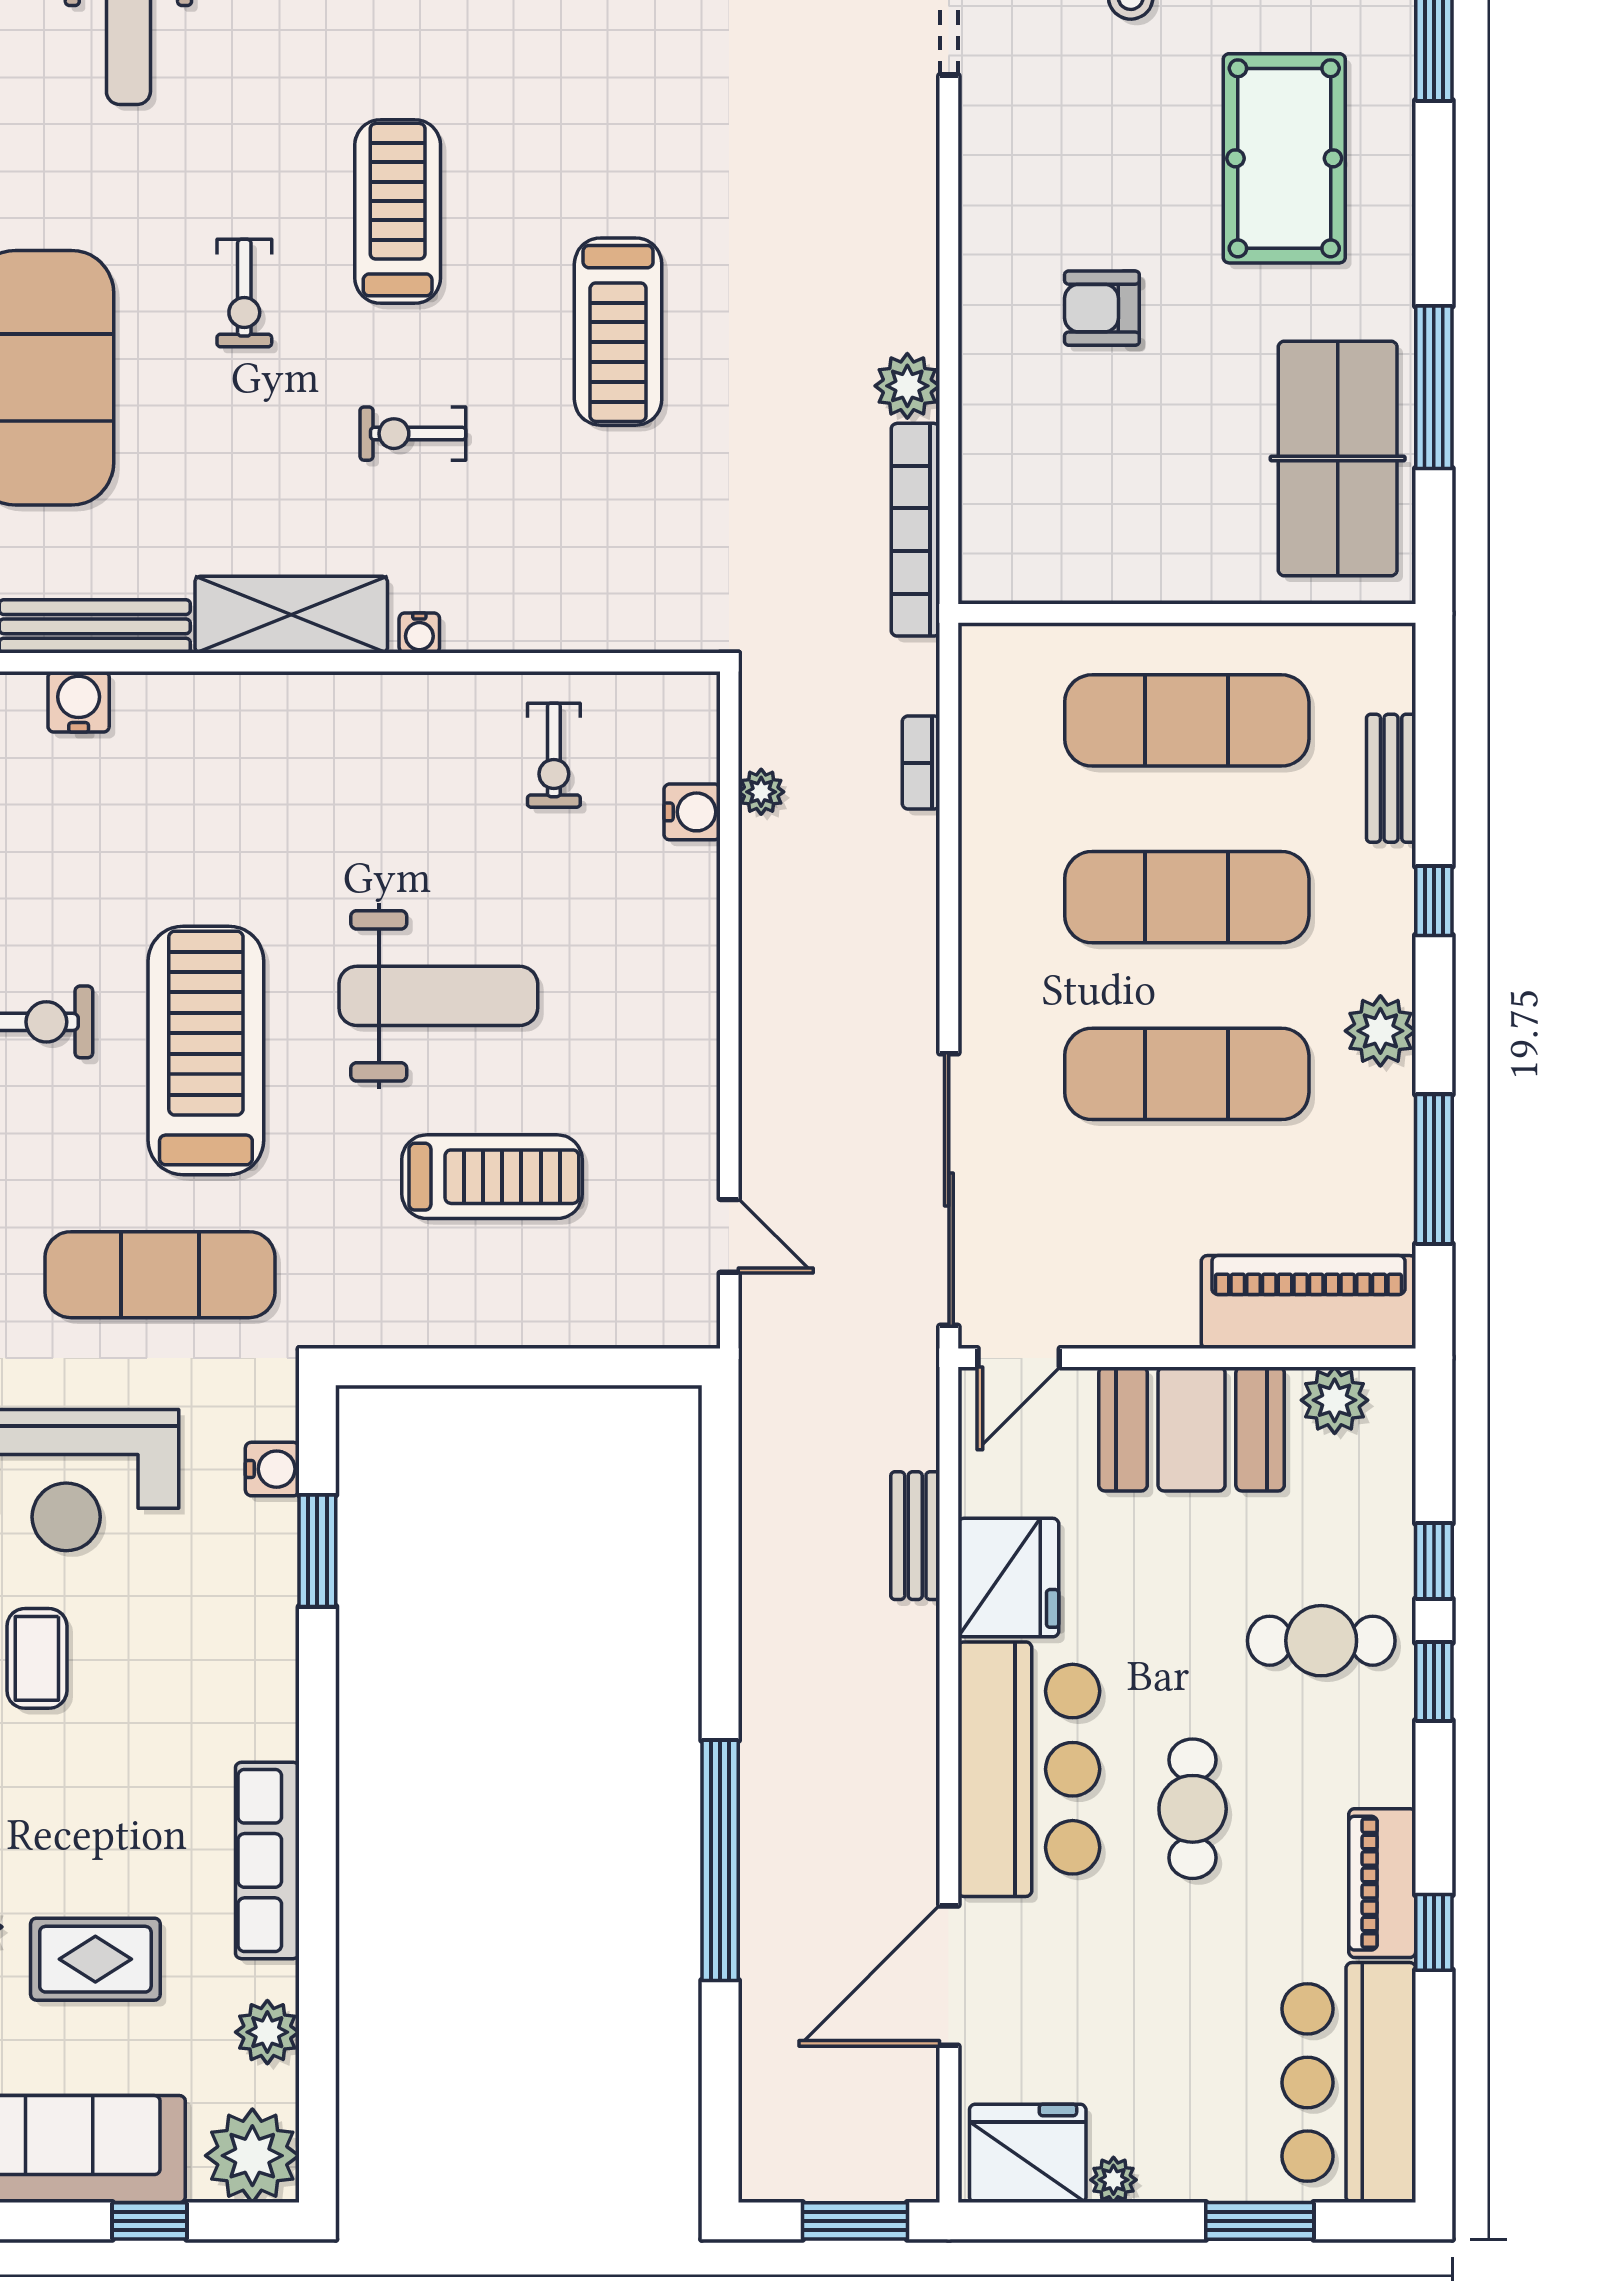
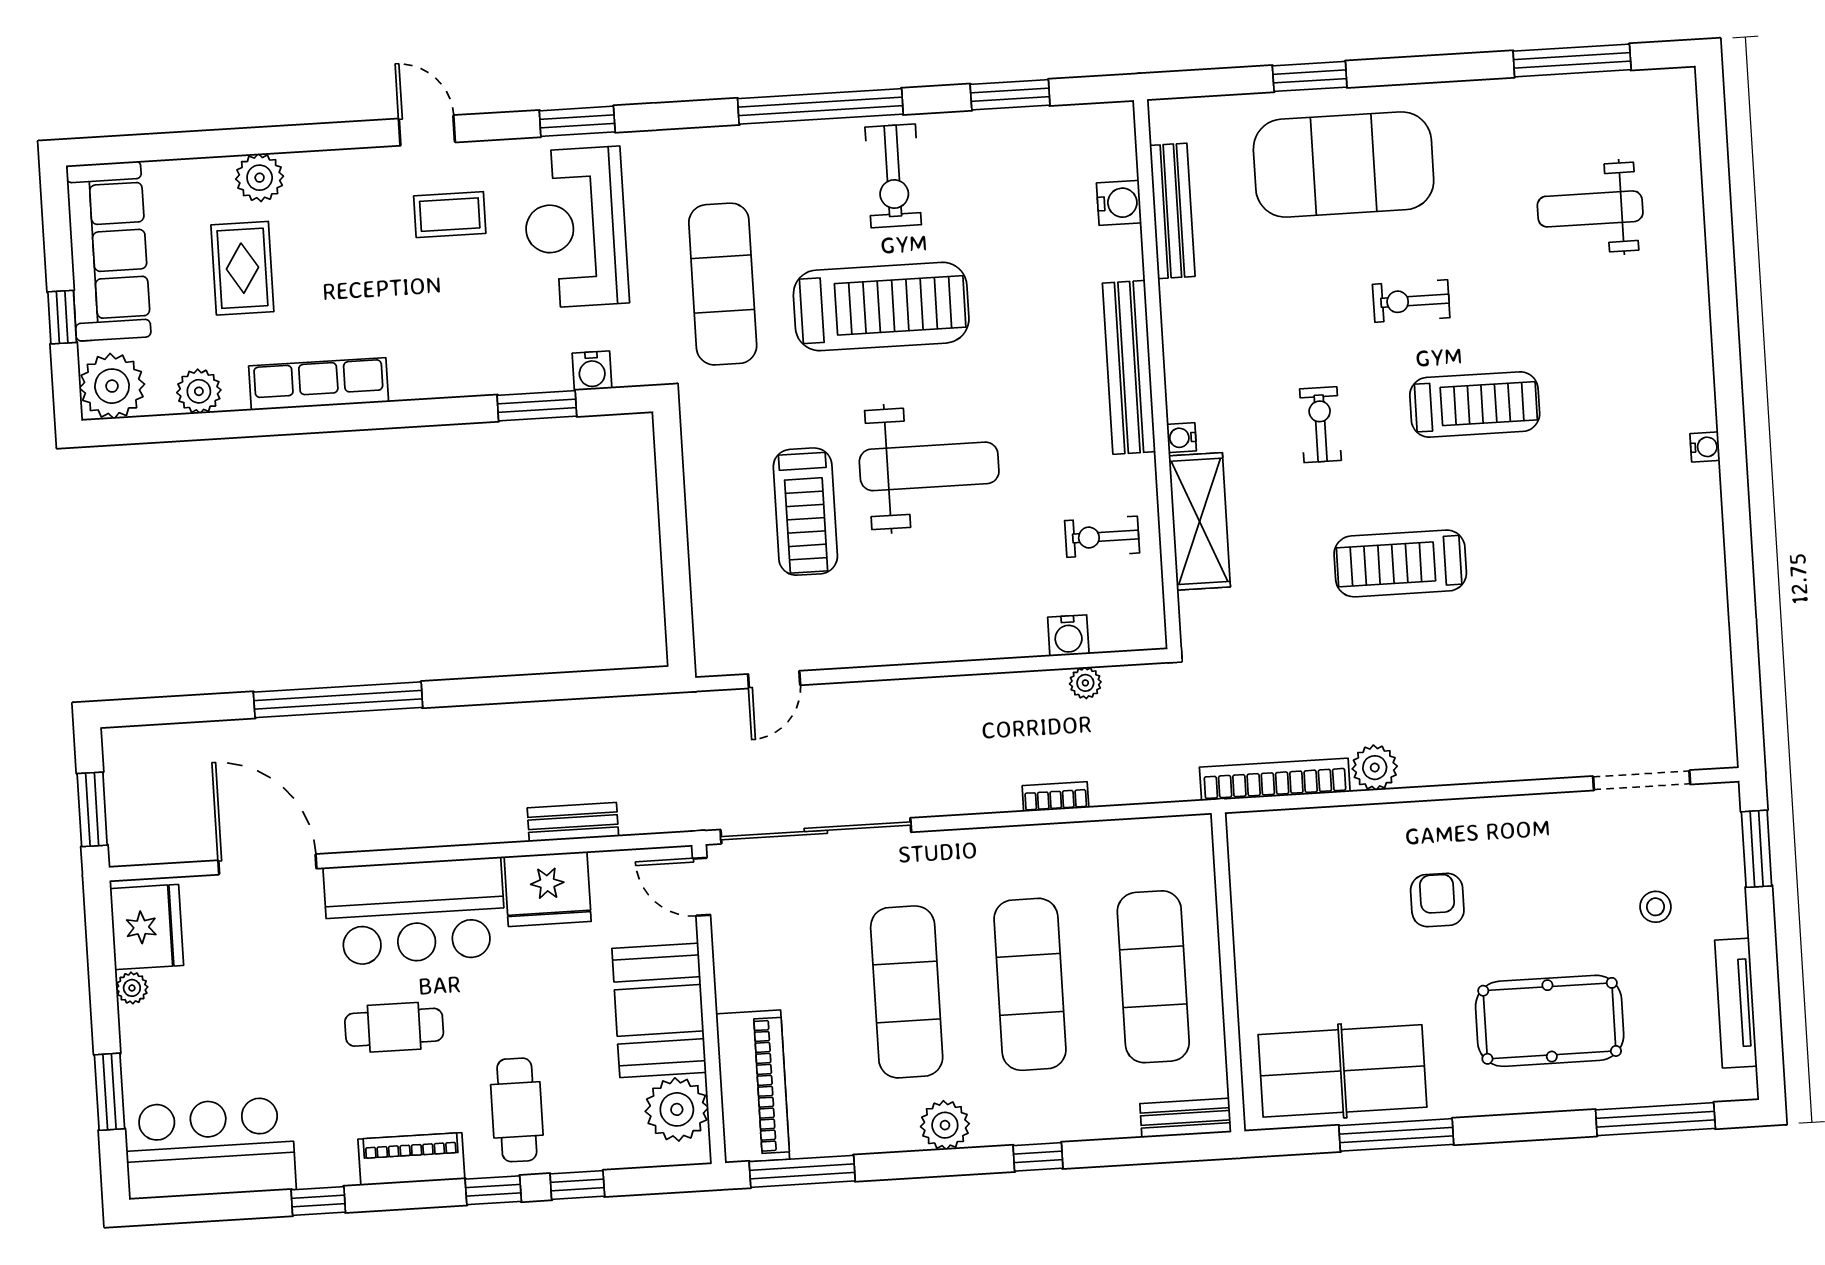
shelving: (291, 615) -> (1200, 521), moved
bench: (314, 702) -> (1129, 367), added
bookcase: (921, 763) -> (1055, 797), moved
bench: (1391, 778) -> (1186, 1118), moved
weight bench: (438, 996) -> (929, 466), turned -90
window: (1434, 1169) -> (802, 1171), moved
plant: (1335, 1400) -> (677, 1109), width x1.36, depth x1.36
piano: (1382, 1883) -> (411, 1159), moved

